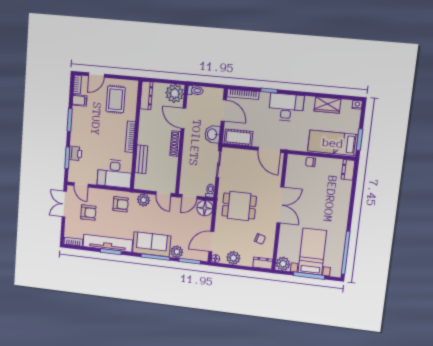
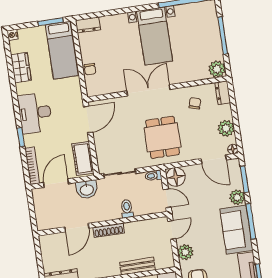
toilet: (195, 91) -> (127, 209), moved
plant: (175, 93) -> (51, 245), removed
bed with nightstands: (312, 252) -> (155, 36), moved, turned -90

